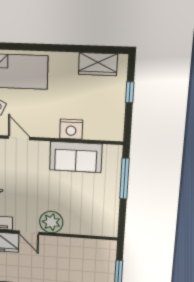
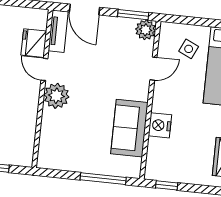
window: (130, 92) -> (167, 185), moved
door: (29, 233) -> (44, 69), hinge flipped

